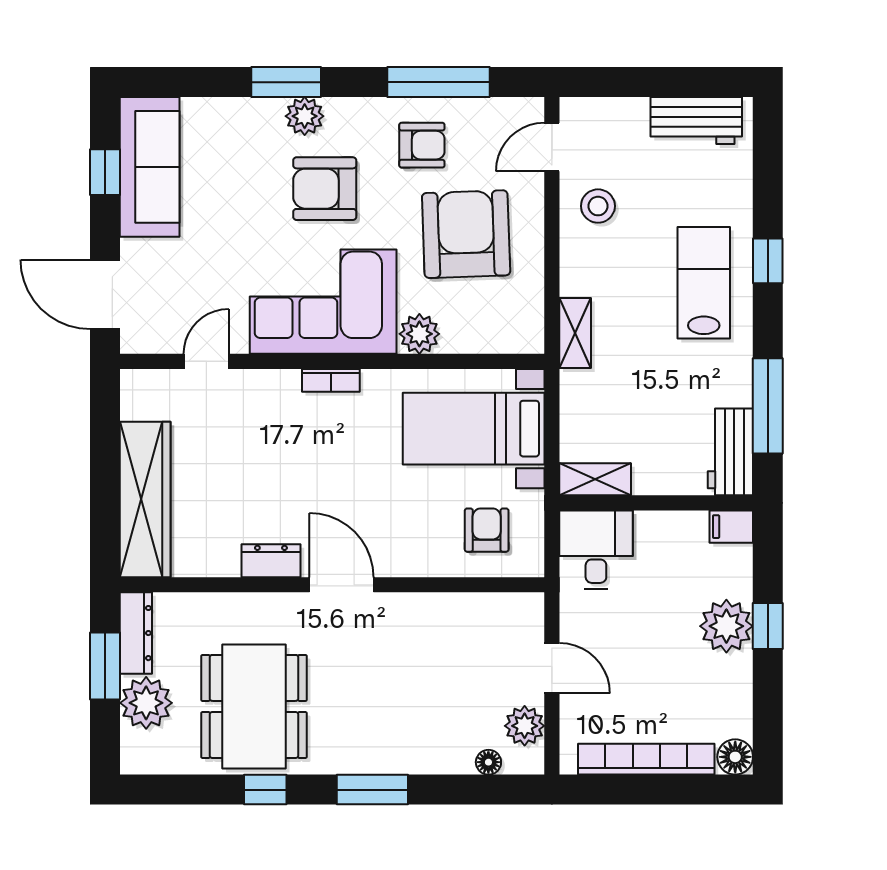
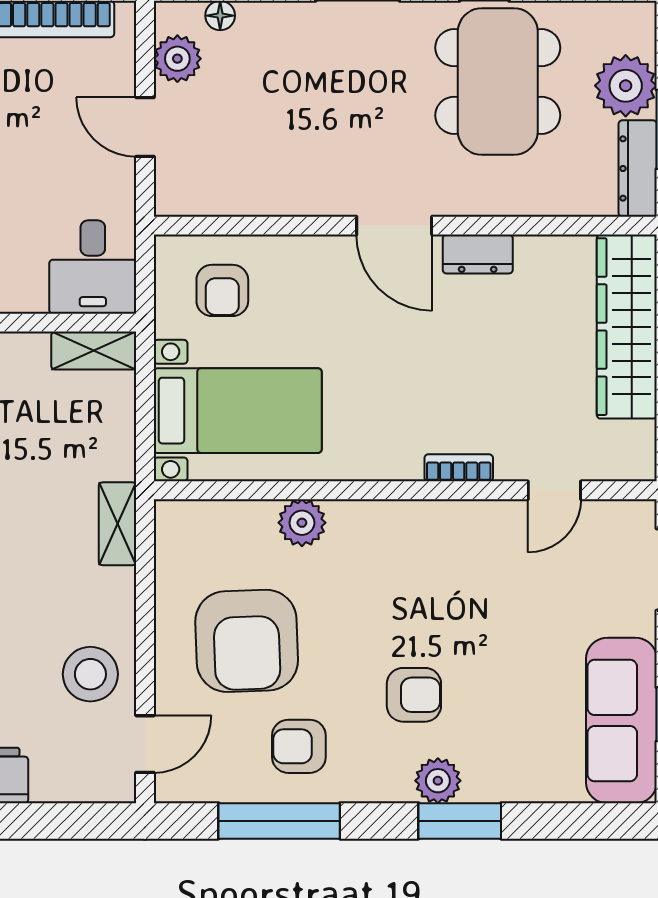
armchair: (325, 189) -> (414, 695), width x0.72, depth x0.72
stool: (598, 206) -> (90, 674), width x1.38, depth x1.38
corner sofa: (323, 302) -> (416, 561), removed
bookcase: (331, 380) -> (459, 468), moved

